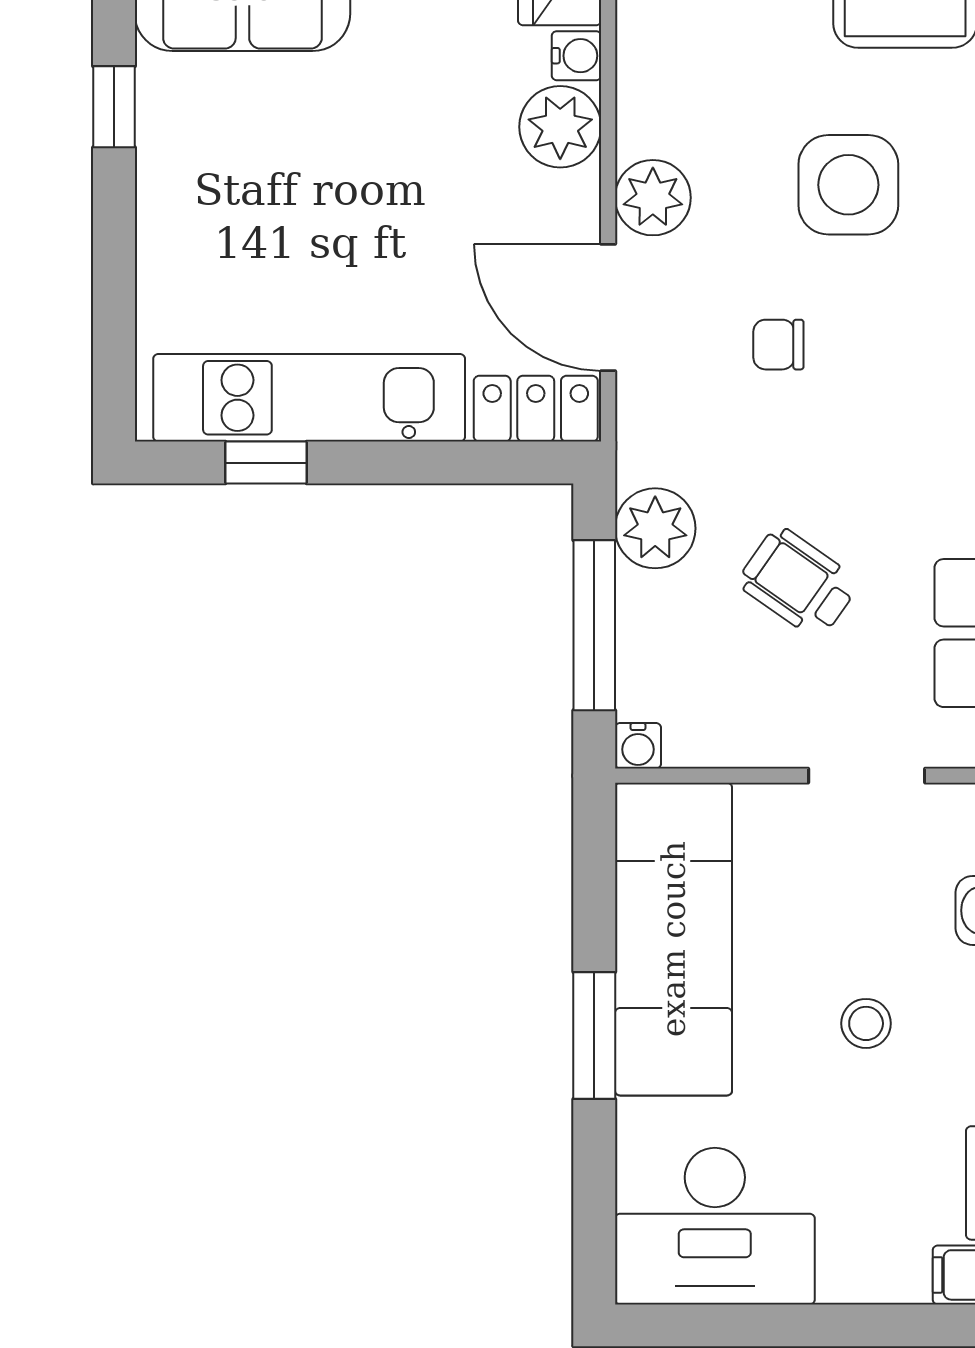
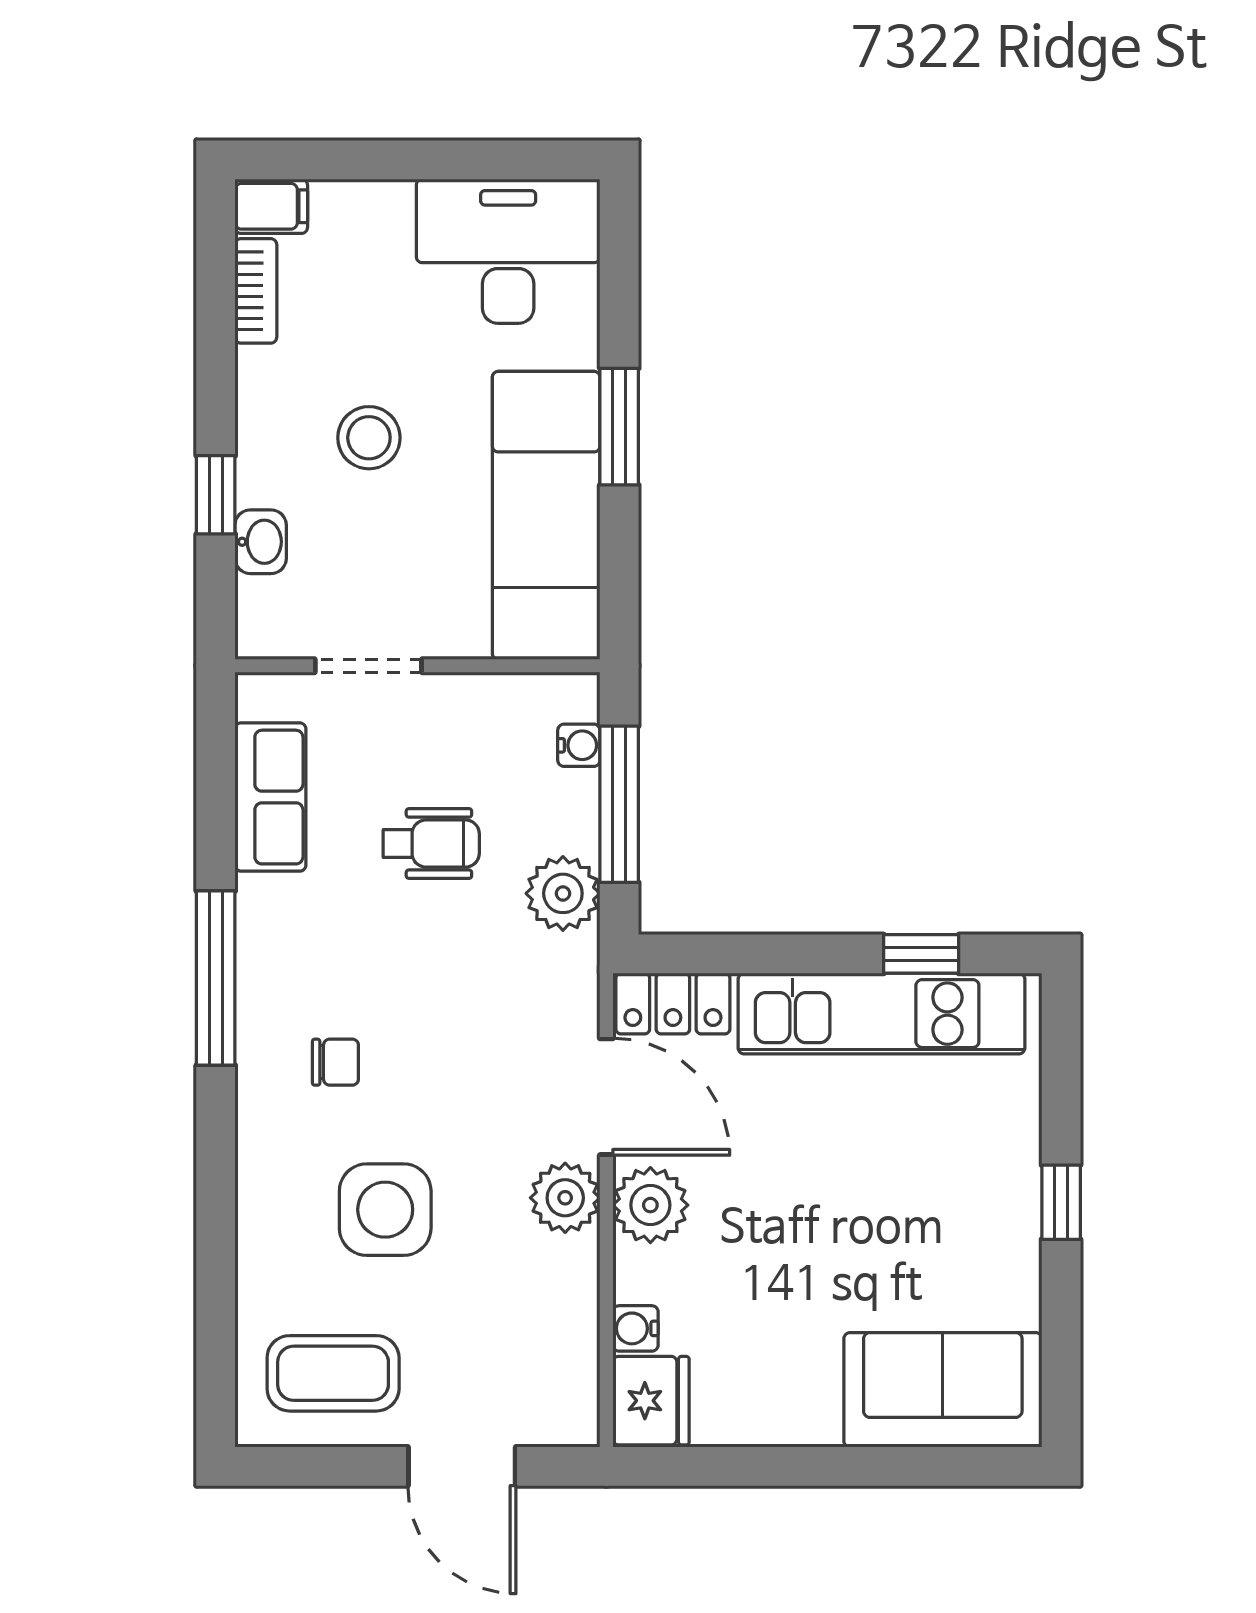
window: (114, 107) -> (1061, 1202), moved
plant: (560, 127) -> (650, 1205), moved
chair: (778, 345) -> (335, 1062), moved
wheelchair: (798, 583) -> (431, 844), turned -35
water cooler: (638, 746) -> (579, 745), moved, turned 90
stool: (866, 1023) -> (369, 438), width x1.37, depth x1.37

